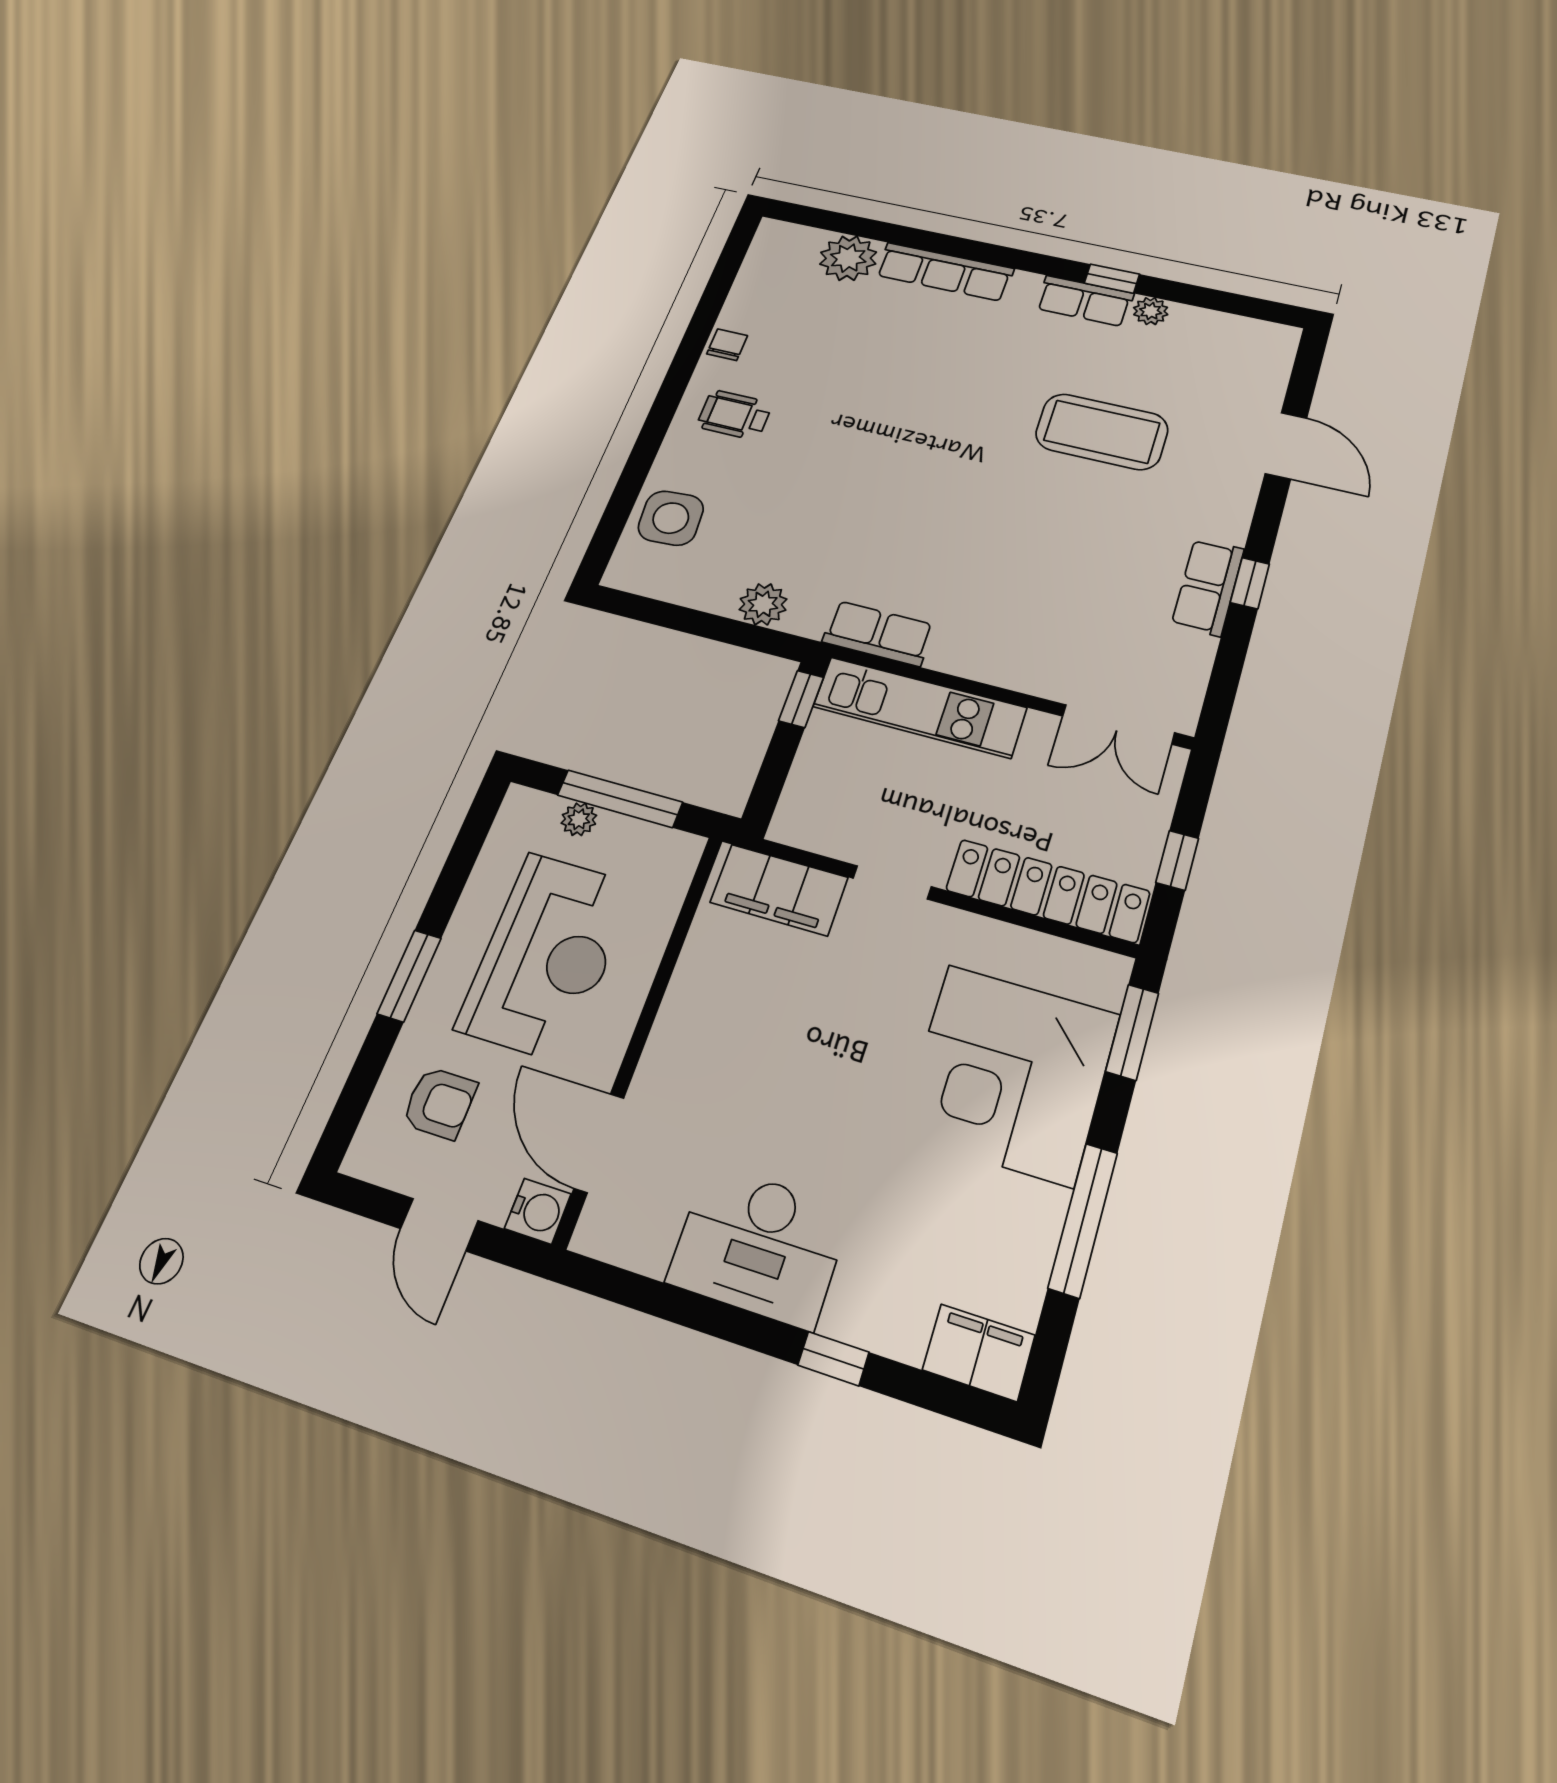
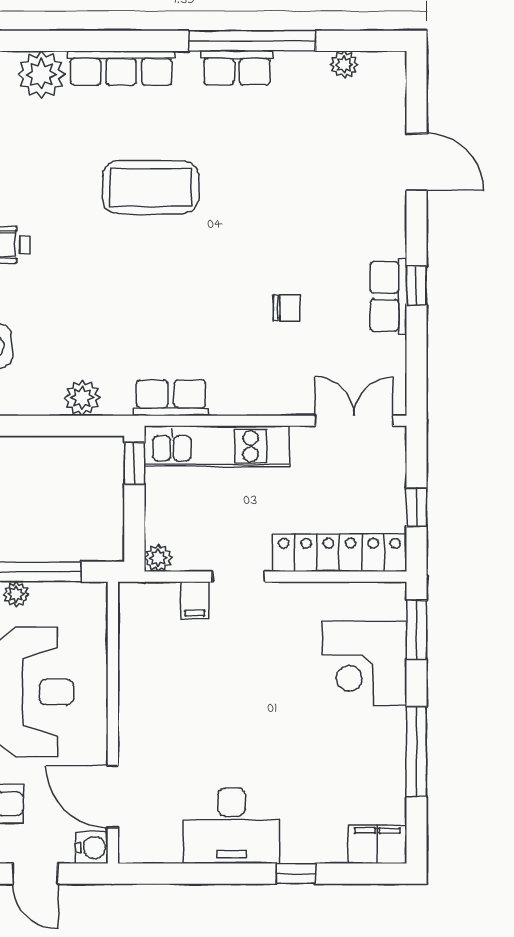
window: (1112, 279) -> (252, 41), width x3.17
plant: (1151, 311) -> (344, 65), moved
coffee table: (1102, 432) -> (151, 187), moved
chair: (1067, 567) -> (287, 308), added
double door: (1118, 724) -> (354, 421), swing flipped
plant: (789, 826) -> (158, 558), added
filing cabinet: (779, 890) -> (195, 600), width x0.33, depth x0.86
corner desk: (1010, 1074) -> (364, 663), width x0.74, depth x0.74

